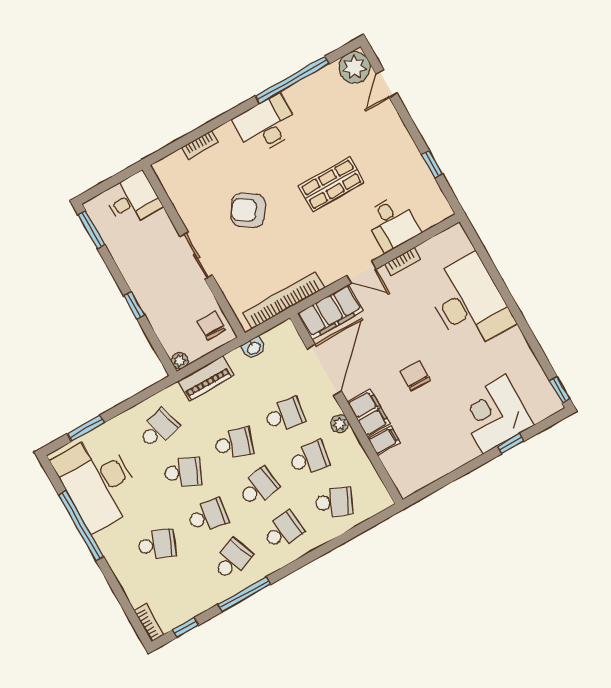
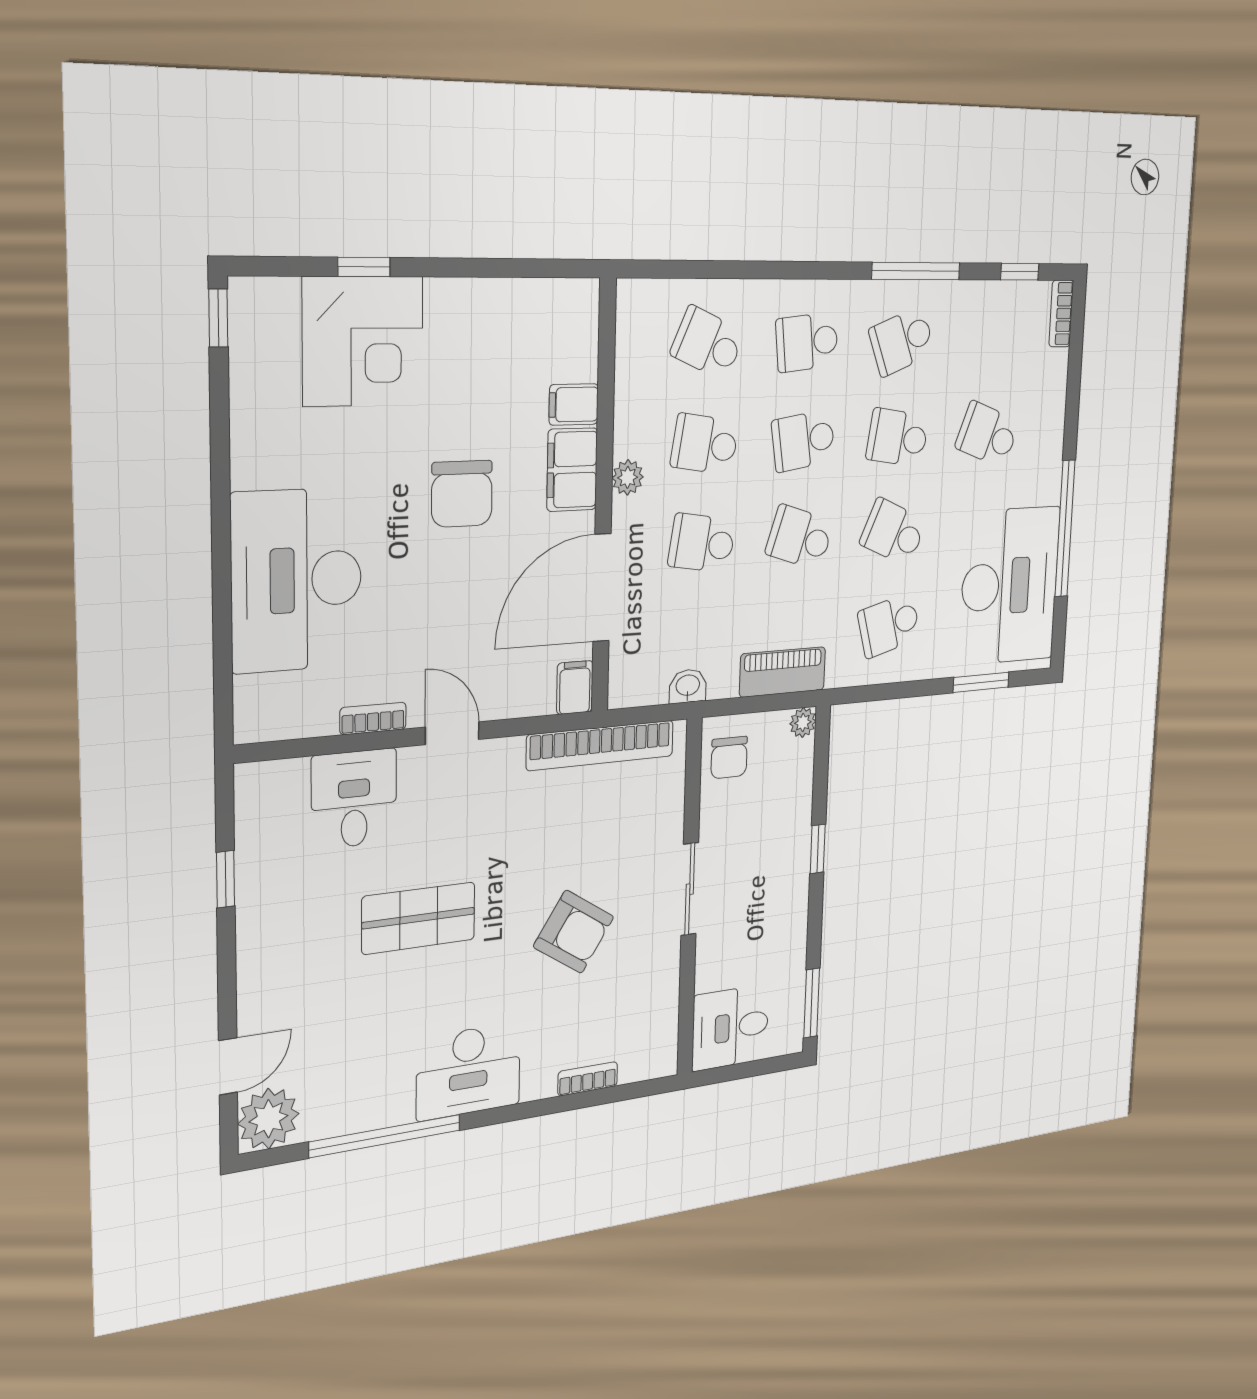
filing cabinet: (330, 312) -> (575, 687), width x0.33, depth x0.86
chair: (415, 376) -> (462, 494), width x1.37, depth x1.37

